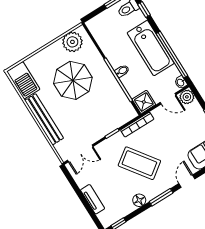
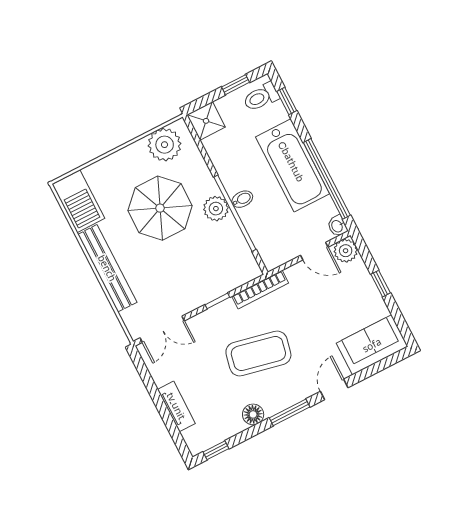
plant: (107, 78) -> (216, 209), added
shower: (144, 102) -> (206, 121), moved
coffee table: (139, 163) -> (258, 354), turned -42

